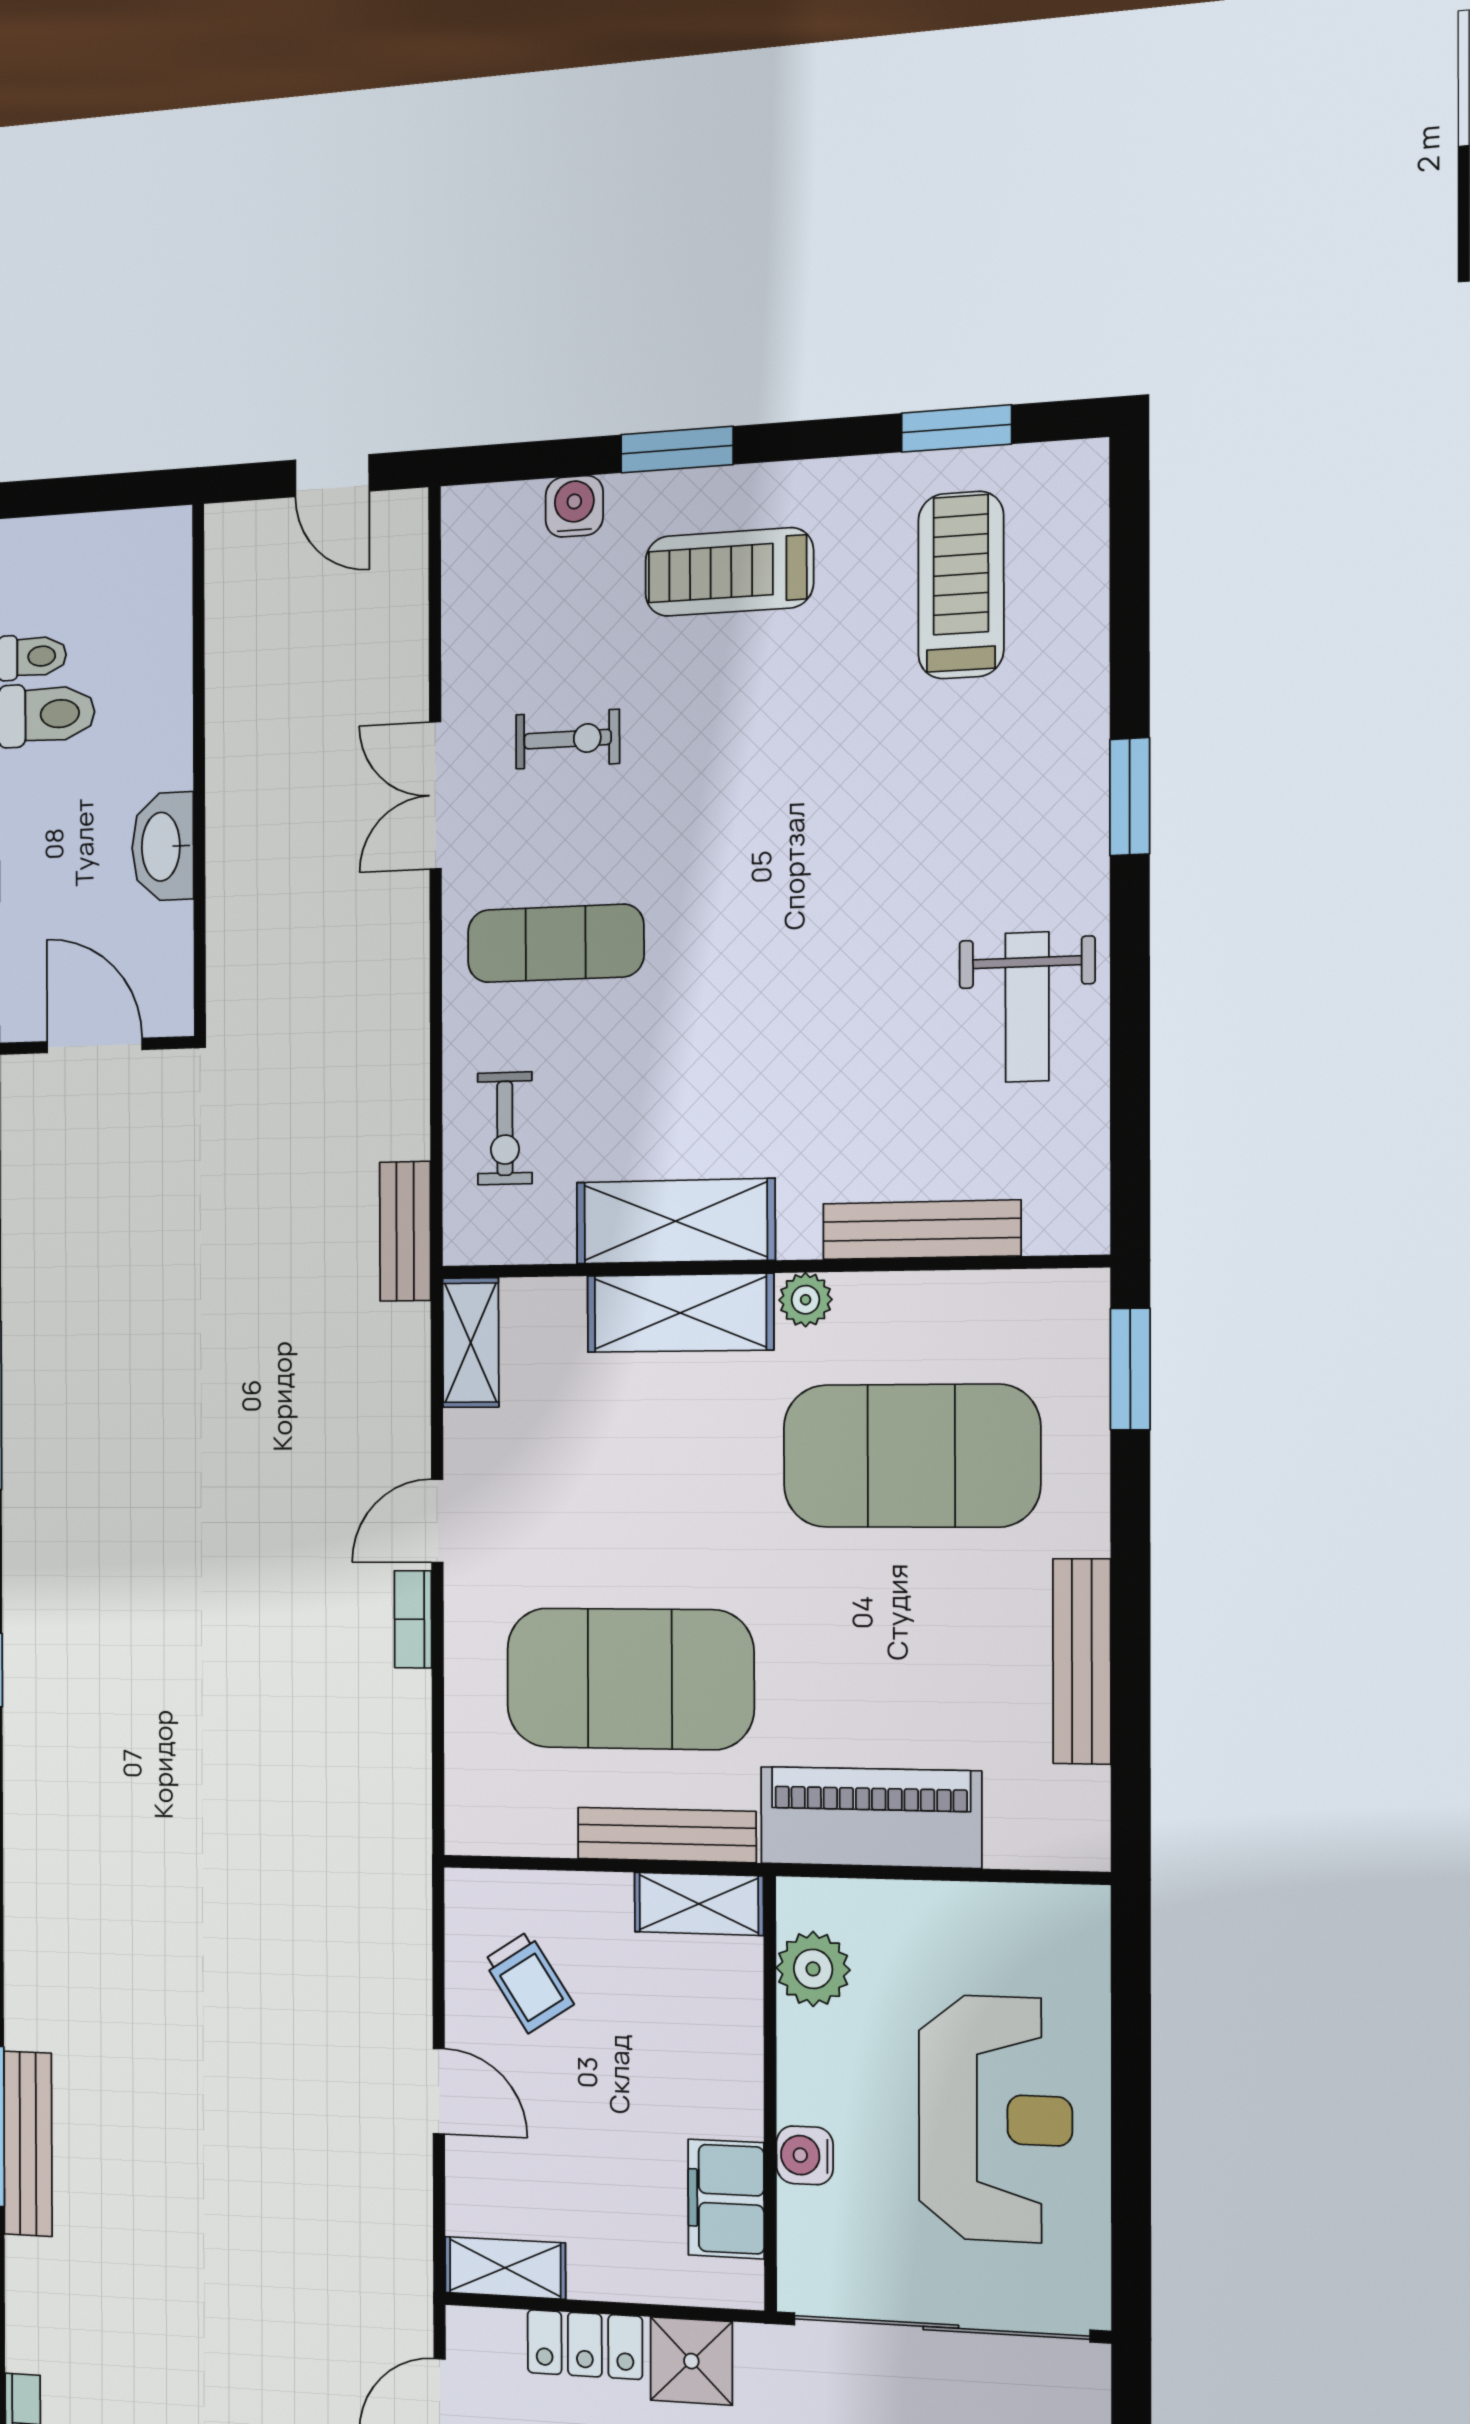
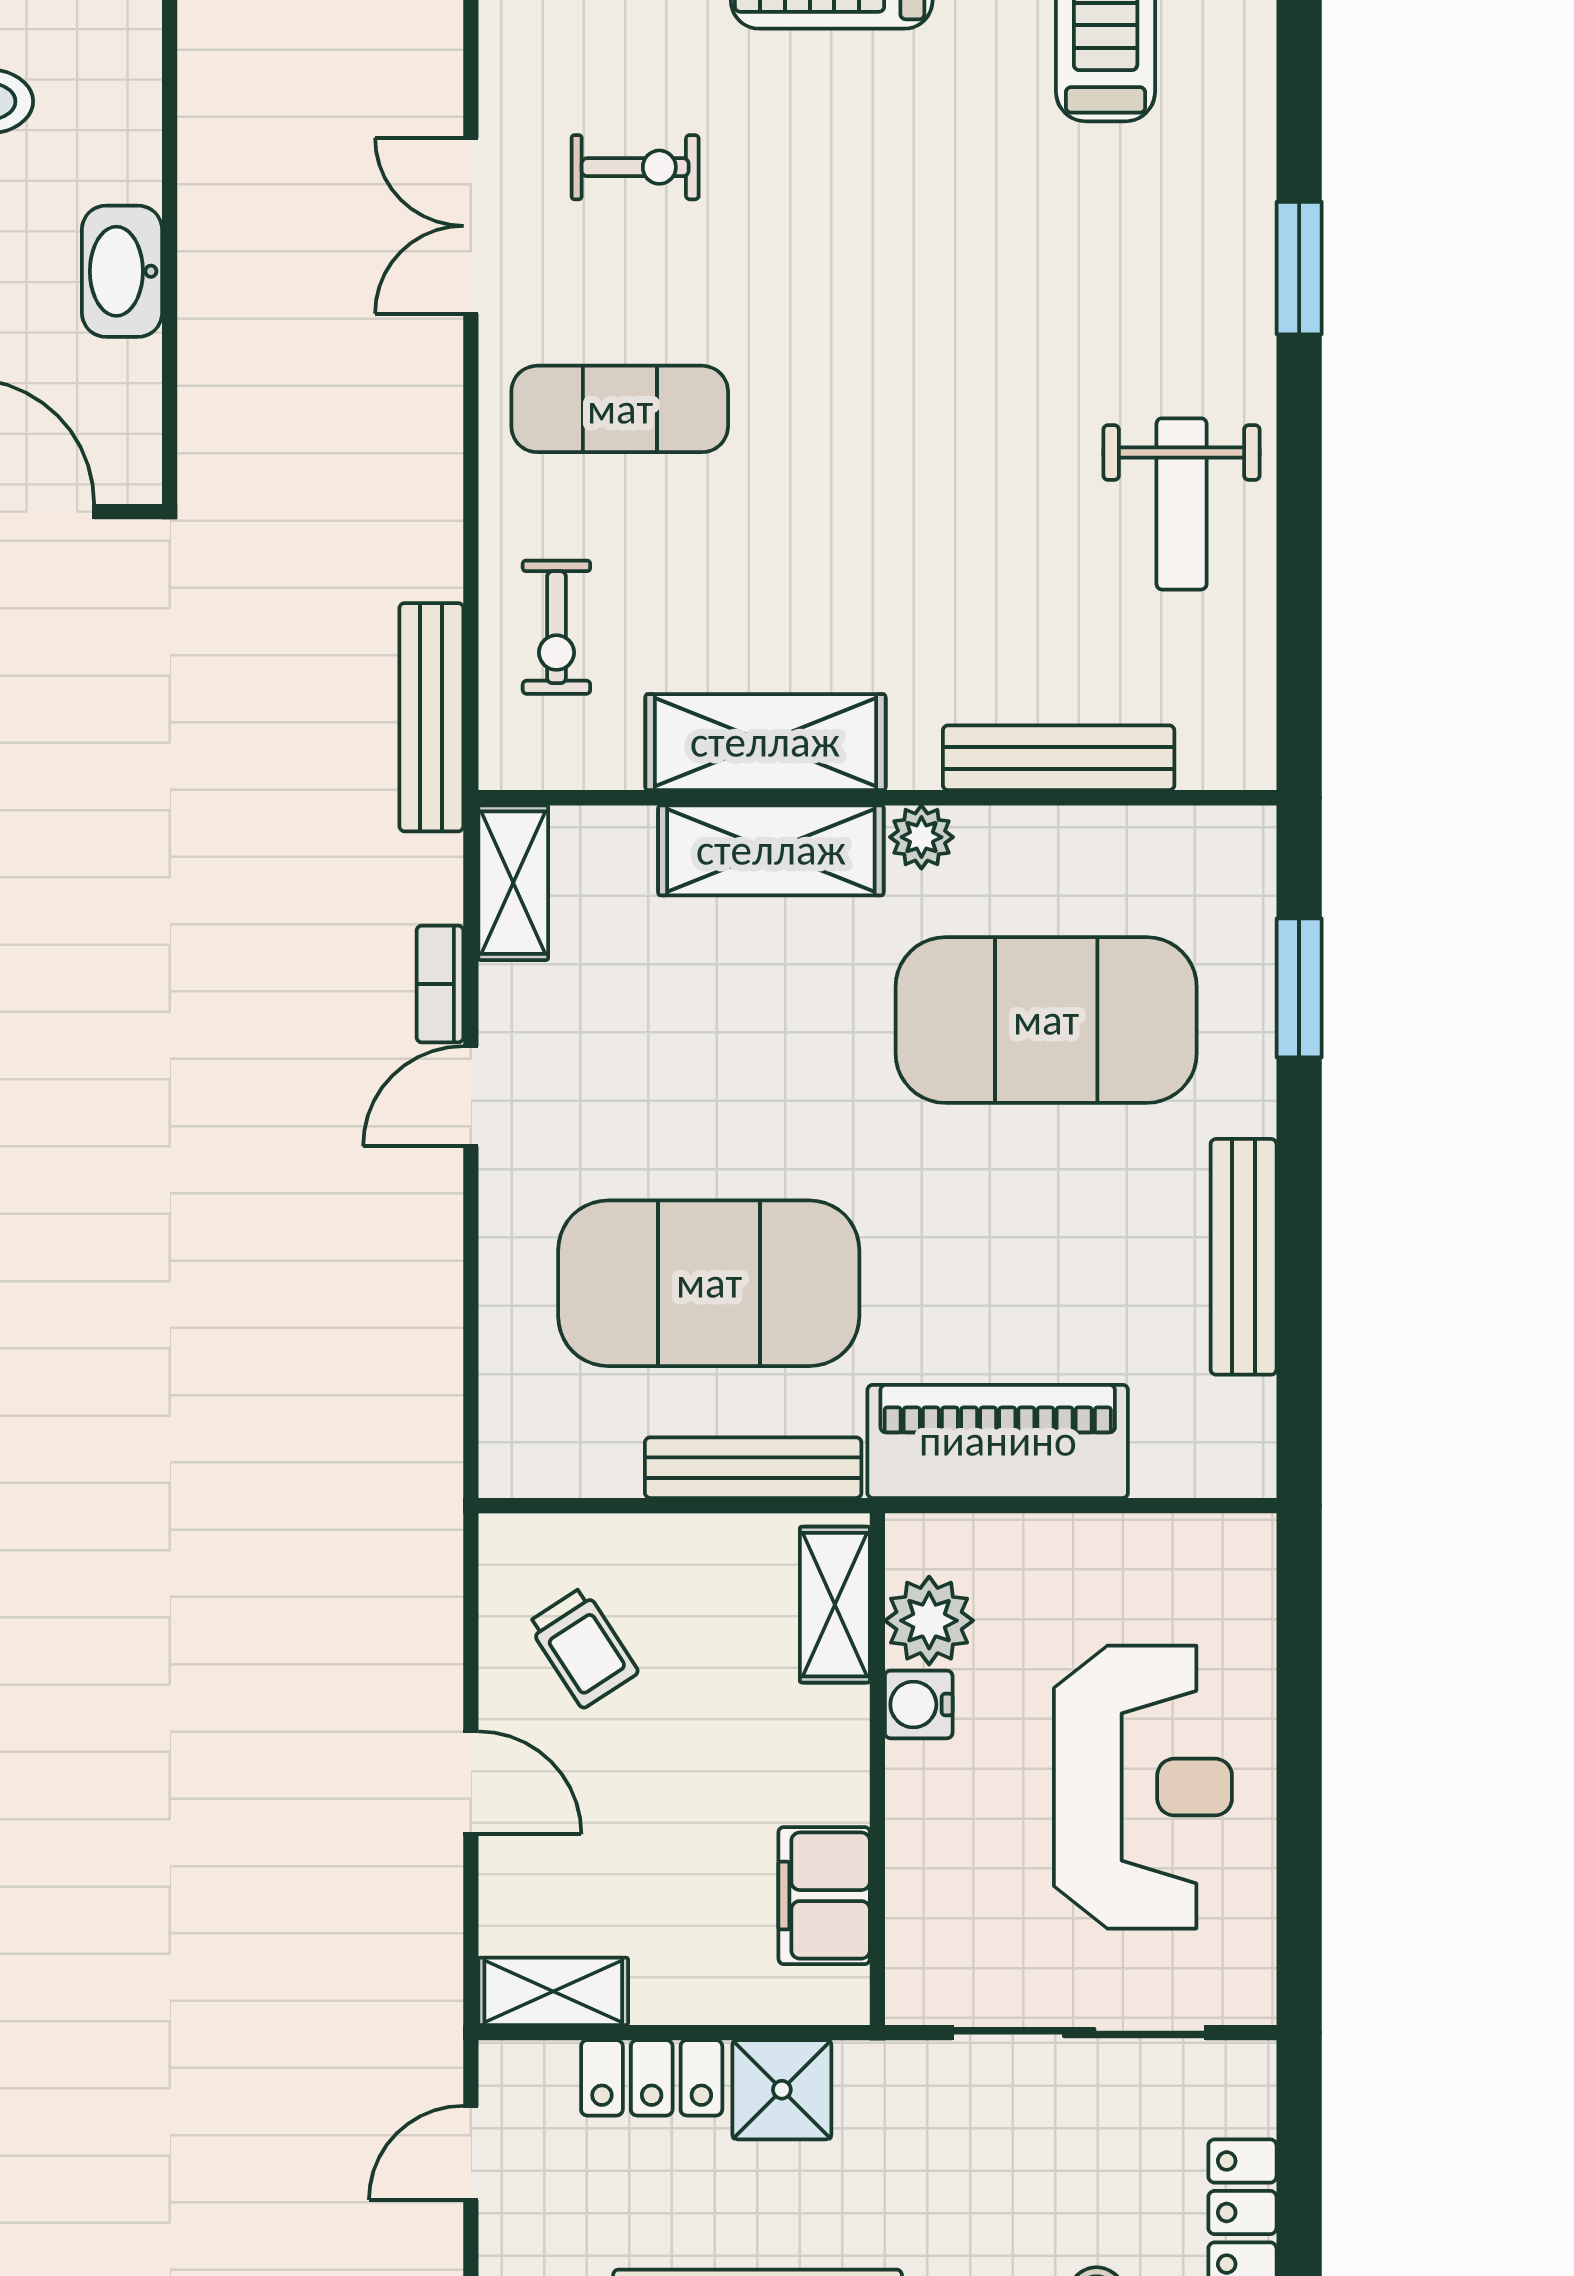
bench: (405, 1231) -> (431, 717), width x1.36
window: (1130, 1369) -> (1299, 988), moved
bookcase: (413, 1619) -> (440, 984), moved
shelving: (699, 1904) -> (835, 1605), moved, turned 90
water cooler: (805, 2155) -> (919, 1704), moved
sliding door: (941, 2327) -> (1079, 2033), width x0.73

